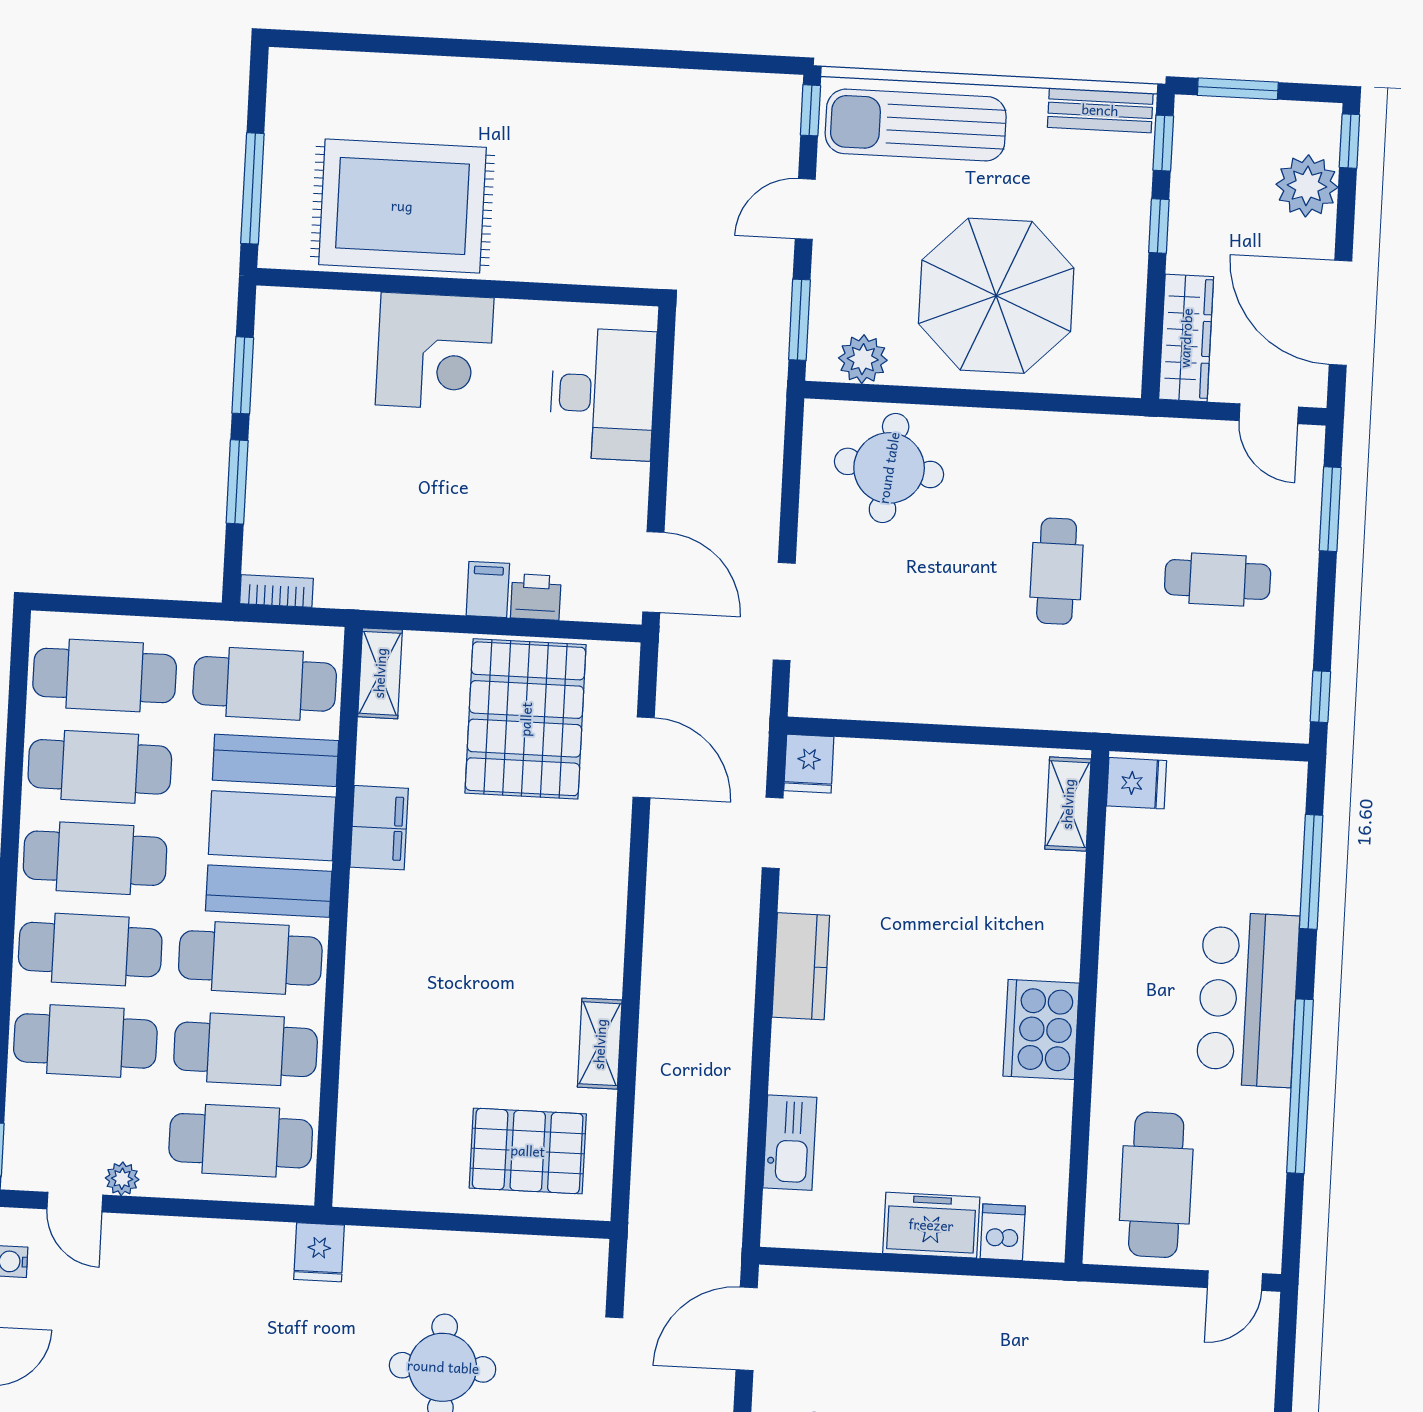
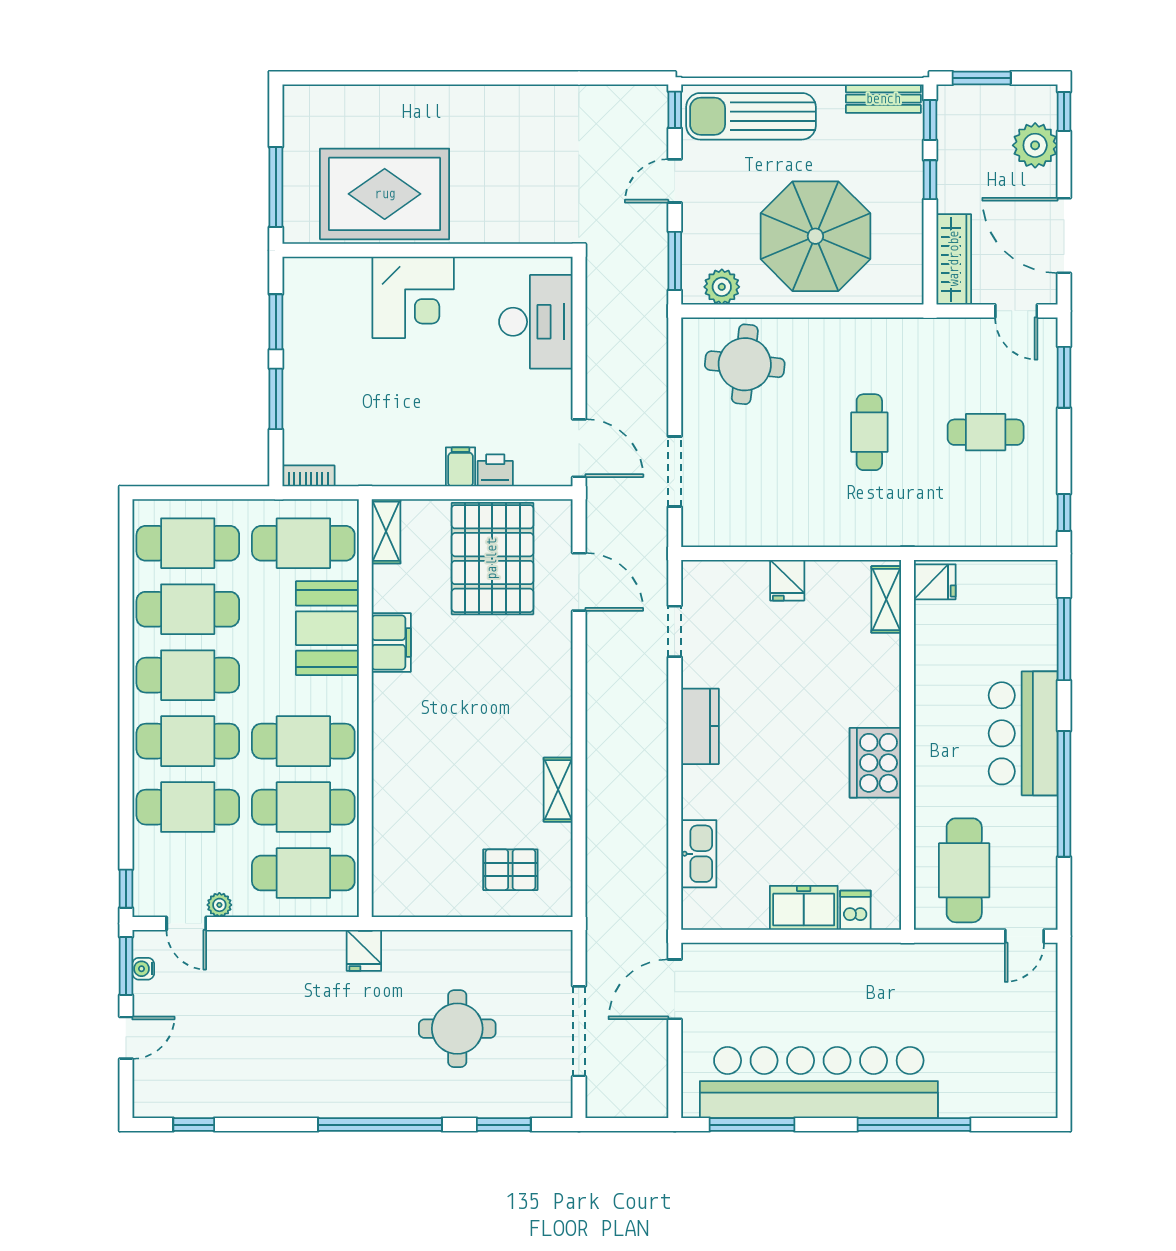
fridge: (809, 764) -> (787, 580), moved
booth: (272, 826) -> (327, 628), width x0.73, depth x0.70
pallet: (528, 1151) -> (510, 870), width x0.67, depth x0.71

